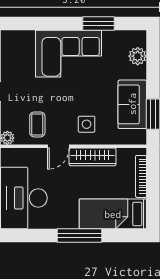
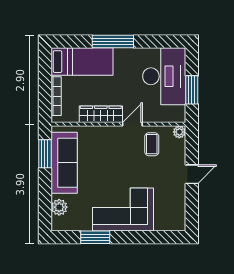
sofa: (132, 104) -> (64, 163), width x1.36
side table: (87, 124) -> (106, 144), removed

